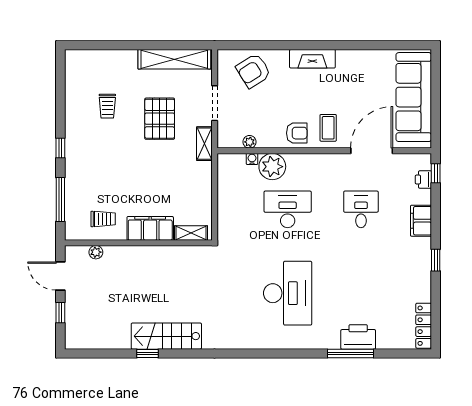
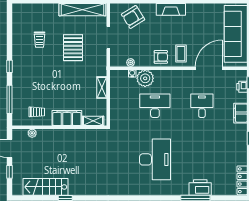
shelving: (204, 144) -> (102, 88), moved
stairs: (166, 336) -> (45, 187), moved

